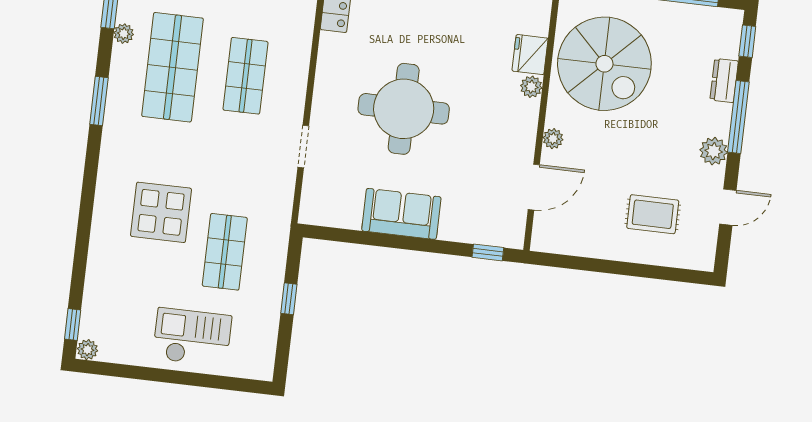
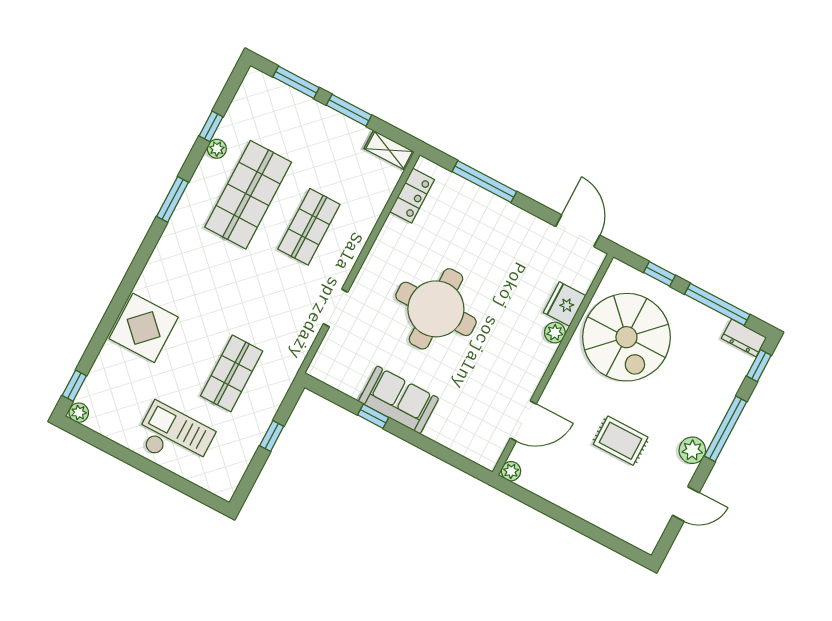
dresser: (724, 80) -> (744, 338), moved, turned -90
plant: (553, 139) -> (511, 471), moved
display table: (161, 212) -> (144, 328), moved
rug: (653, 214) -> (621, 441), moved
window: (488, 252) -> (373, 416), moved

